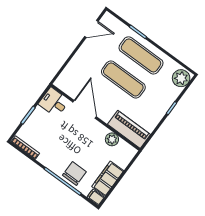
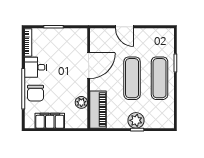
door: (91, 29) -> (124, 27), moved
plant: (181, 78) -> (136, 120), moved
desk: (54, 102) -> (36, 67), moved, turned -90
chair: (74, 173) -> (35, 93), turned 90
filing cabinet: (96, 197) -> (29, 122), removed

